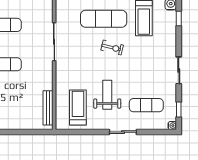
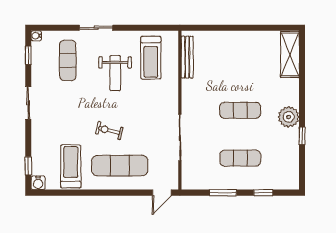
exercise mat: (146, 105) -> (68, 60), turned 90

